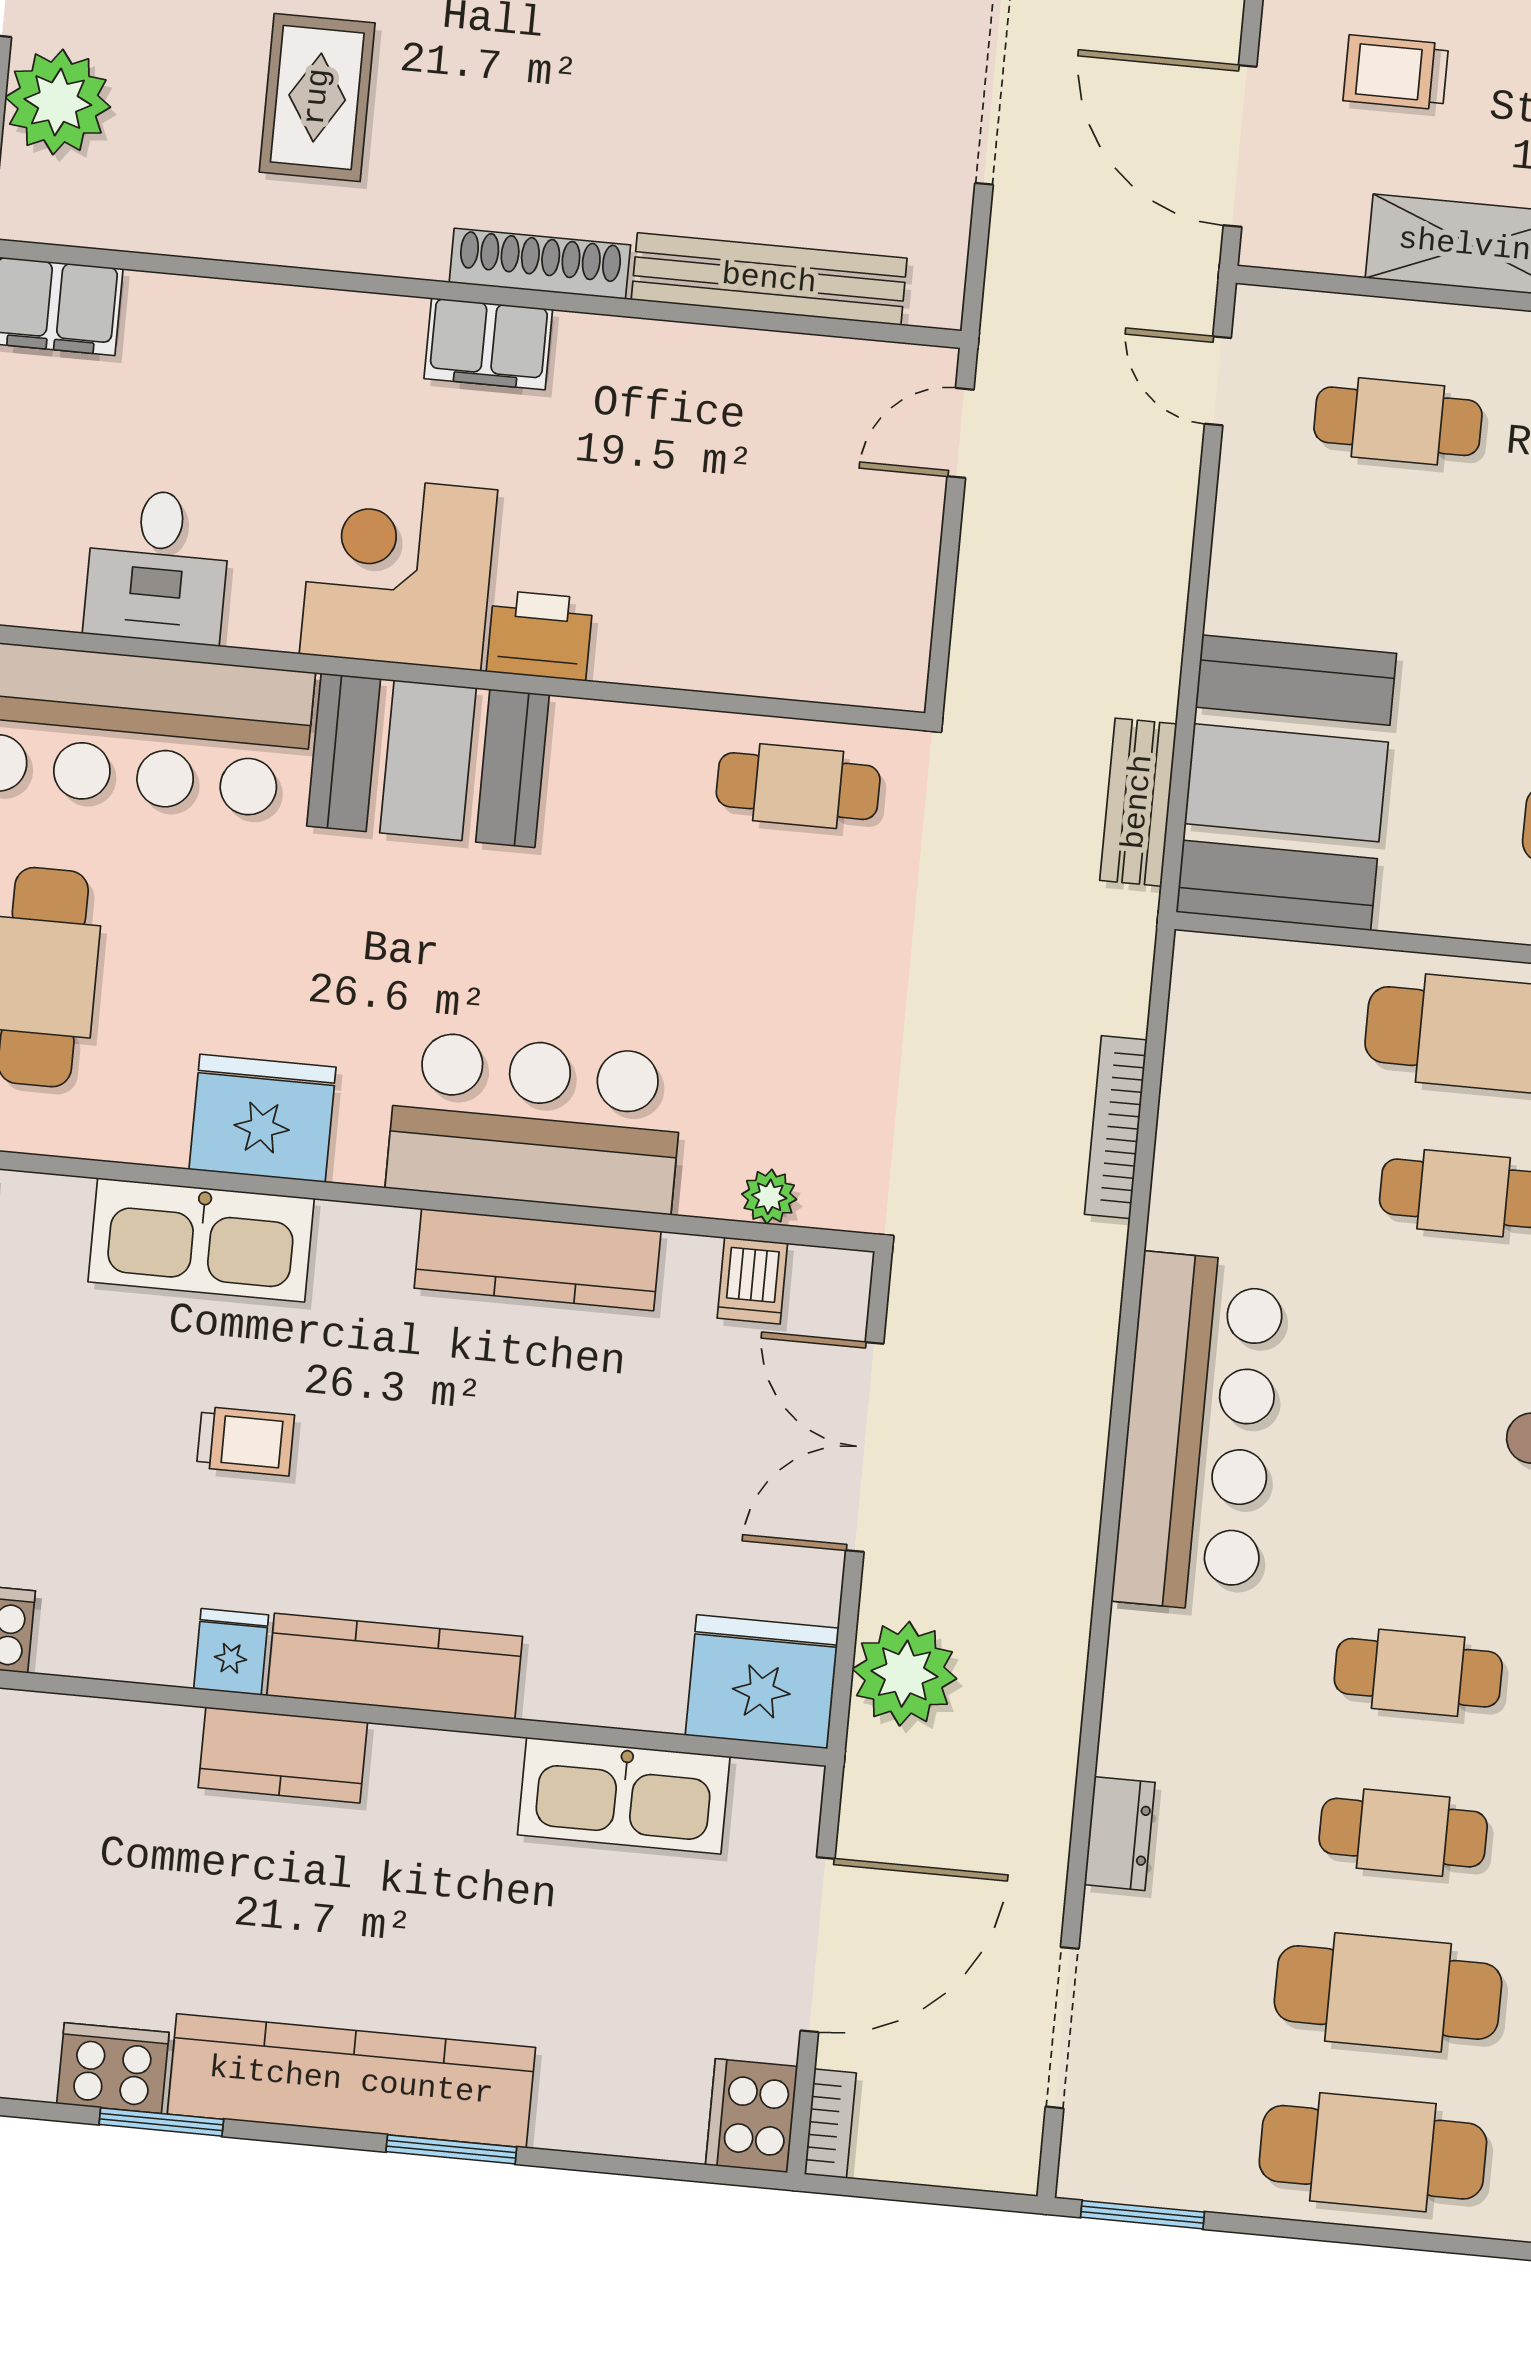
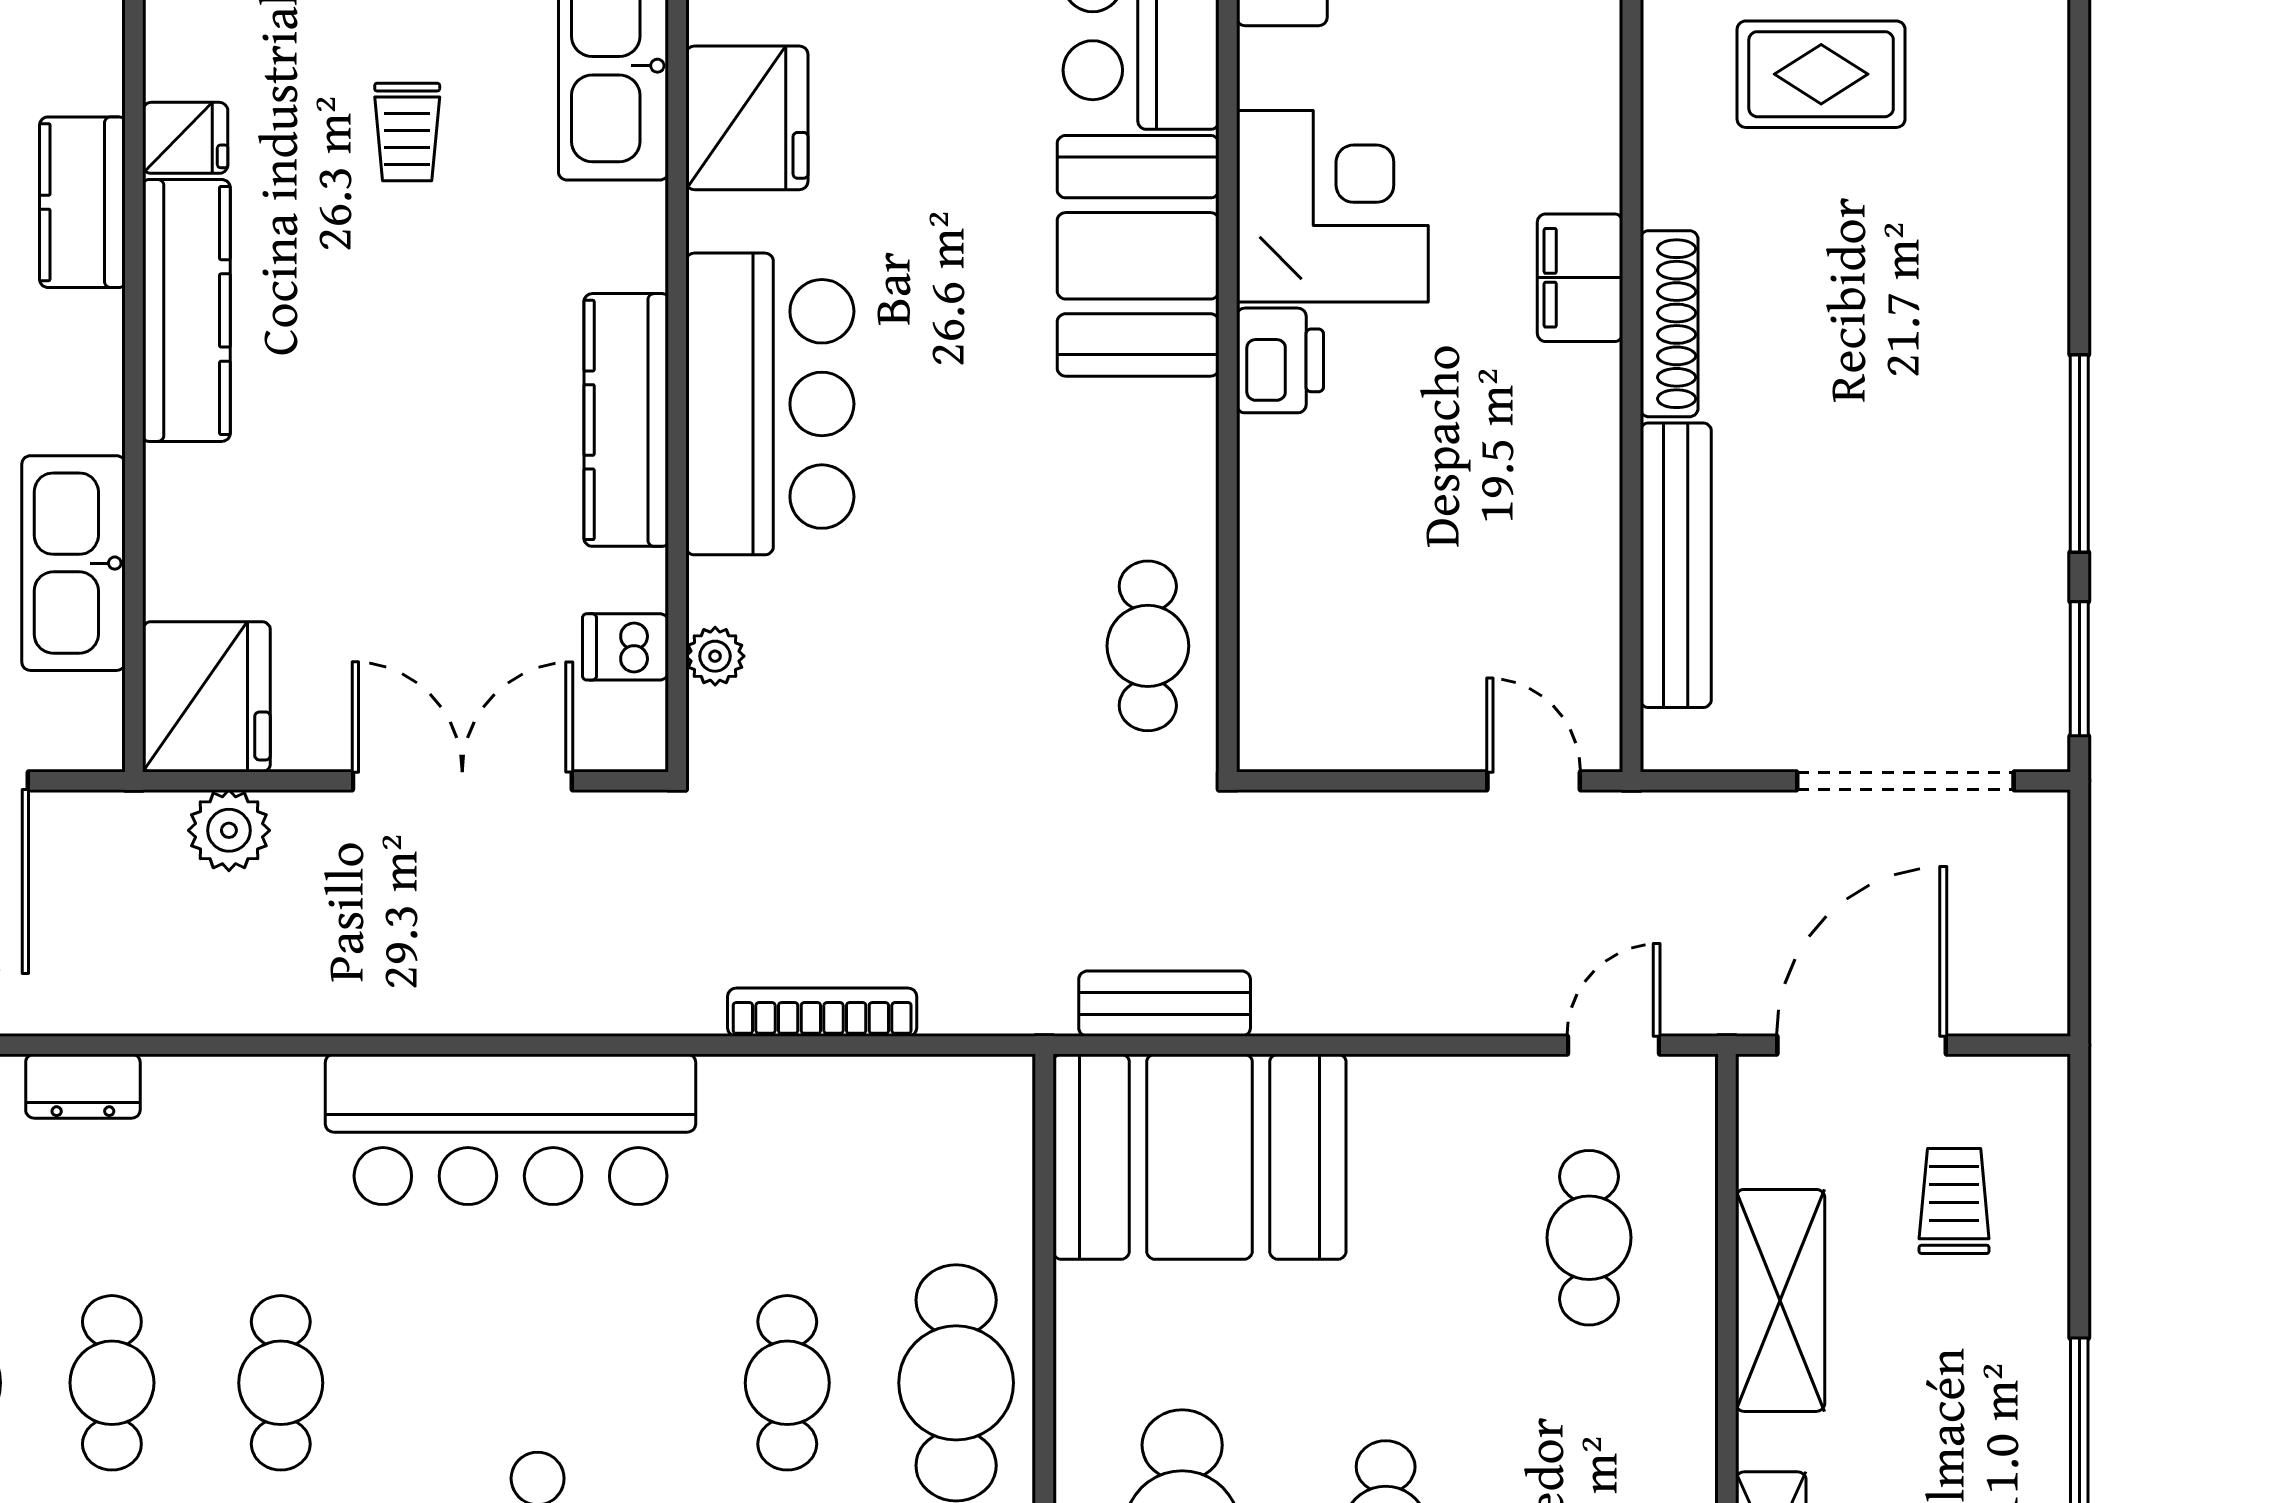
plant: (904, 1674) -> (229, 830), width x0.73, depth x0.73

